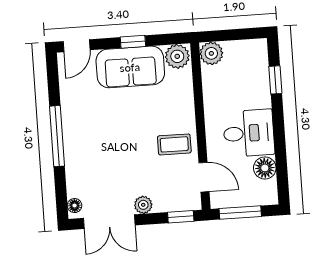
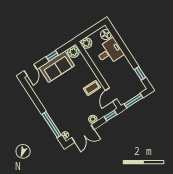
window: (275, 80) -> (140, 73), moved
desk: (249, 133) -> (109, 52), moved
window: (57, 136) -> (52, 125), moved
floor lamp: (265, 168) -> (106, 35), moved
door: (204, 177) -> (111, 95), swing flipped

